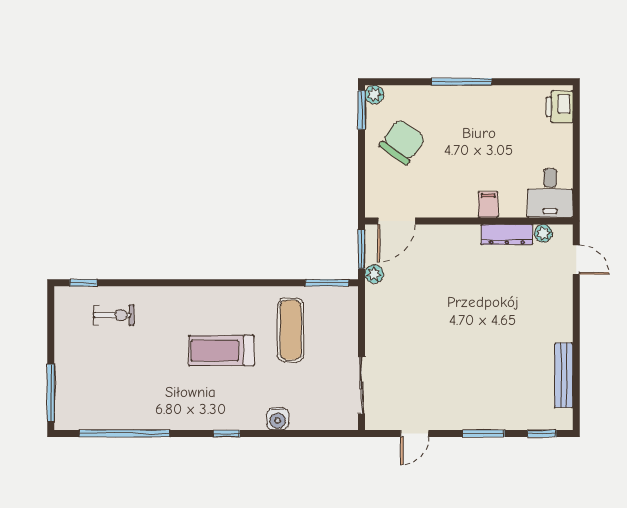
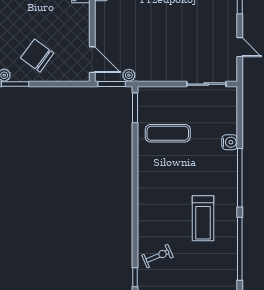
exercise bike: (114, 315) -> (158, 256), turned 67
treadmill: (221, 351) -> (203, 218), moved
window: (227, 433) -> (240, 178), width x3.17

